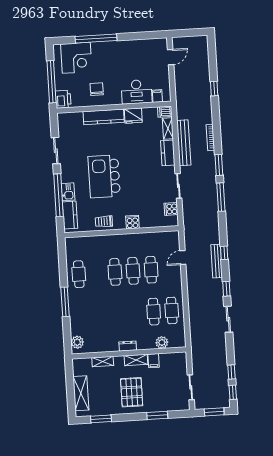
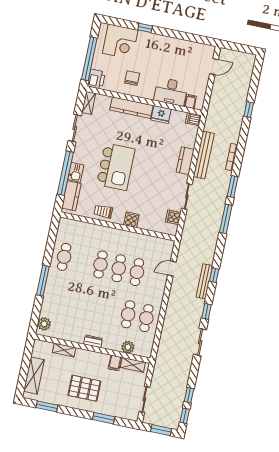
window: (96, 38) -> (145, 28), width x0.32
shelving: (168, 128) -> (89, 103), moved
kitchen island: (104, 176) -> (116, 167), turned 180
shelving: (136, 360) -> (133, 365), moved
pallet: (132, 392) -> (84, 388), turned 90

